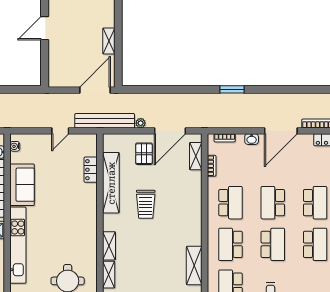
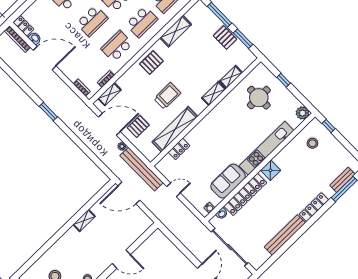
shelving: (109, 41) -> (84, 221), moved
washbasin: (252, 139) -> (35, 38), moved
pallet: (188, 218) -> (151, 63), added

